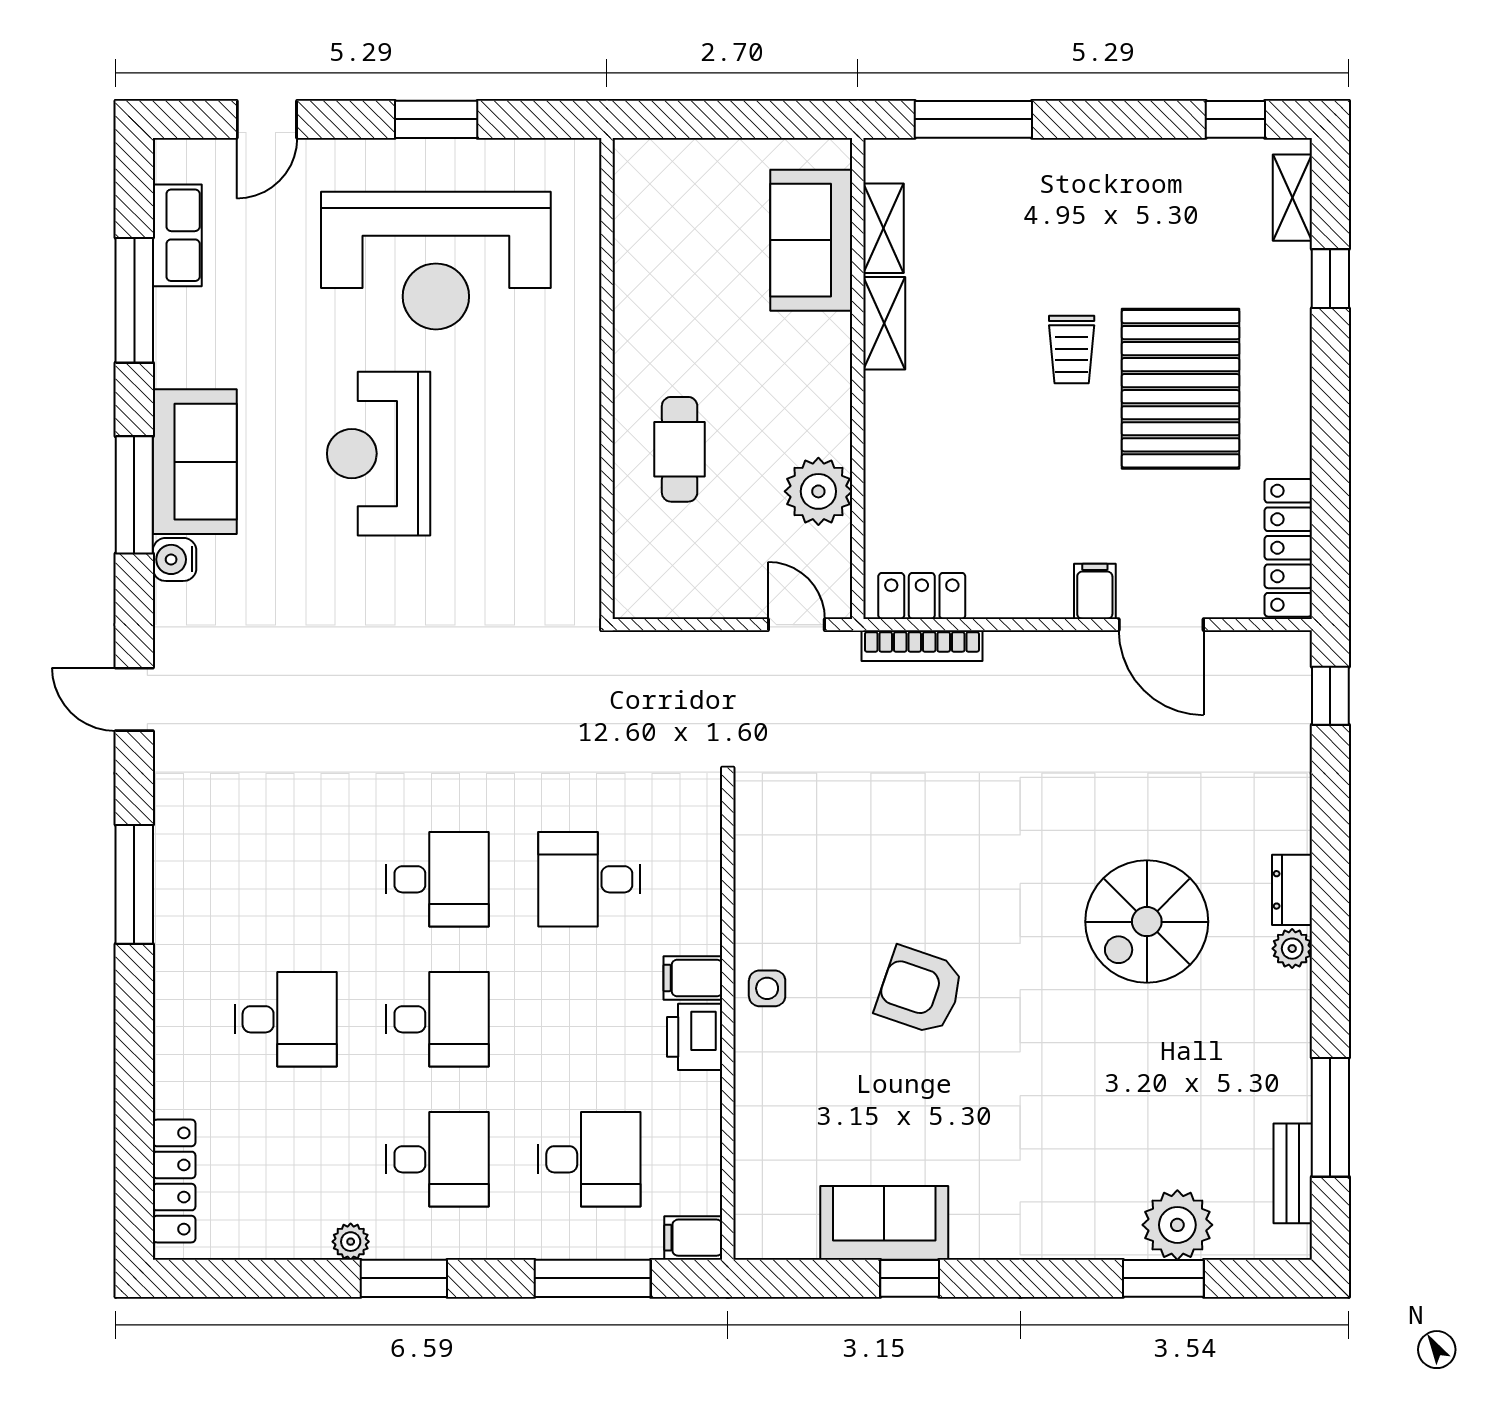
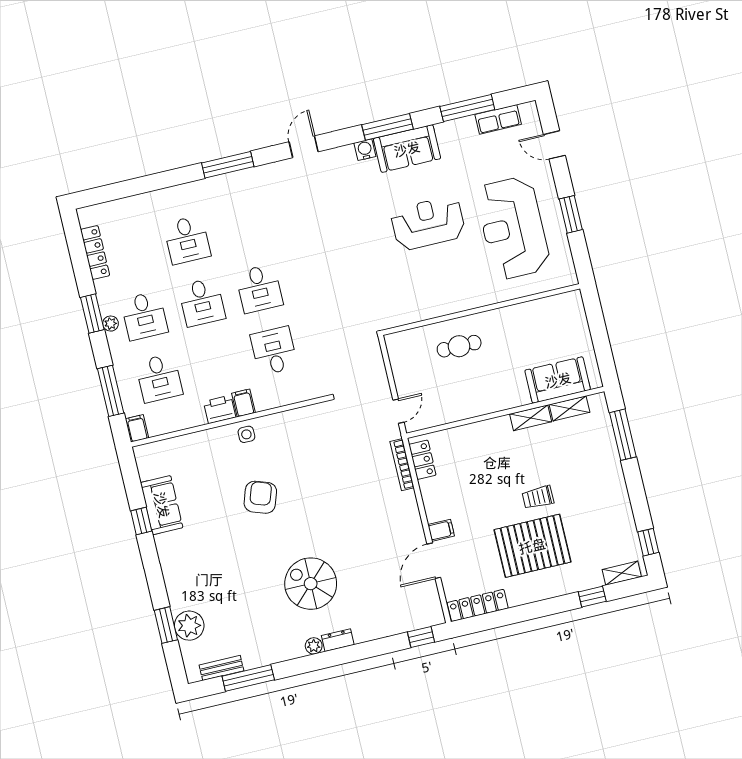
plant: (818, 491) -> (455, 407), removed
locker: (174, 1181) -> (95, 252), moved, turned -90
plant: (351, 1242) -> (111, 324), moved

